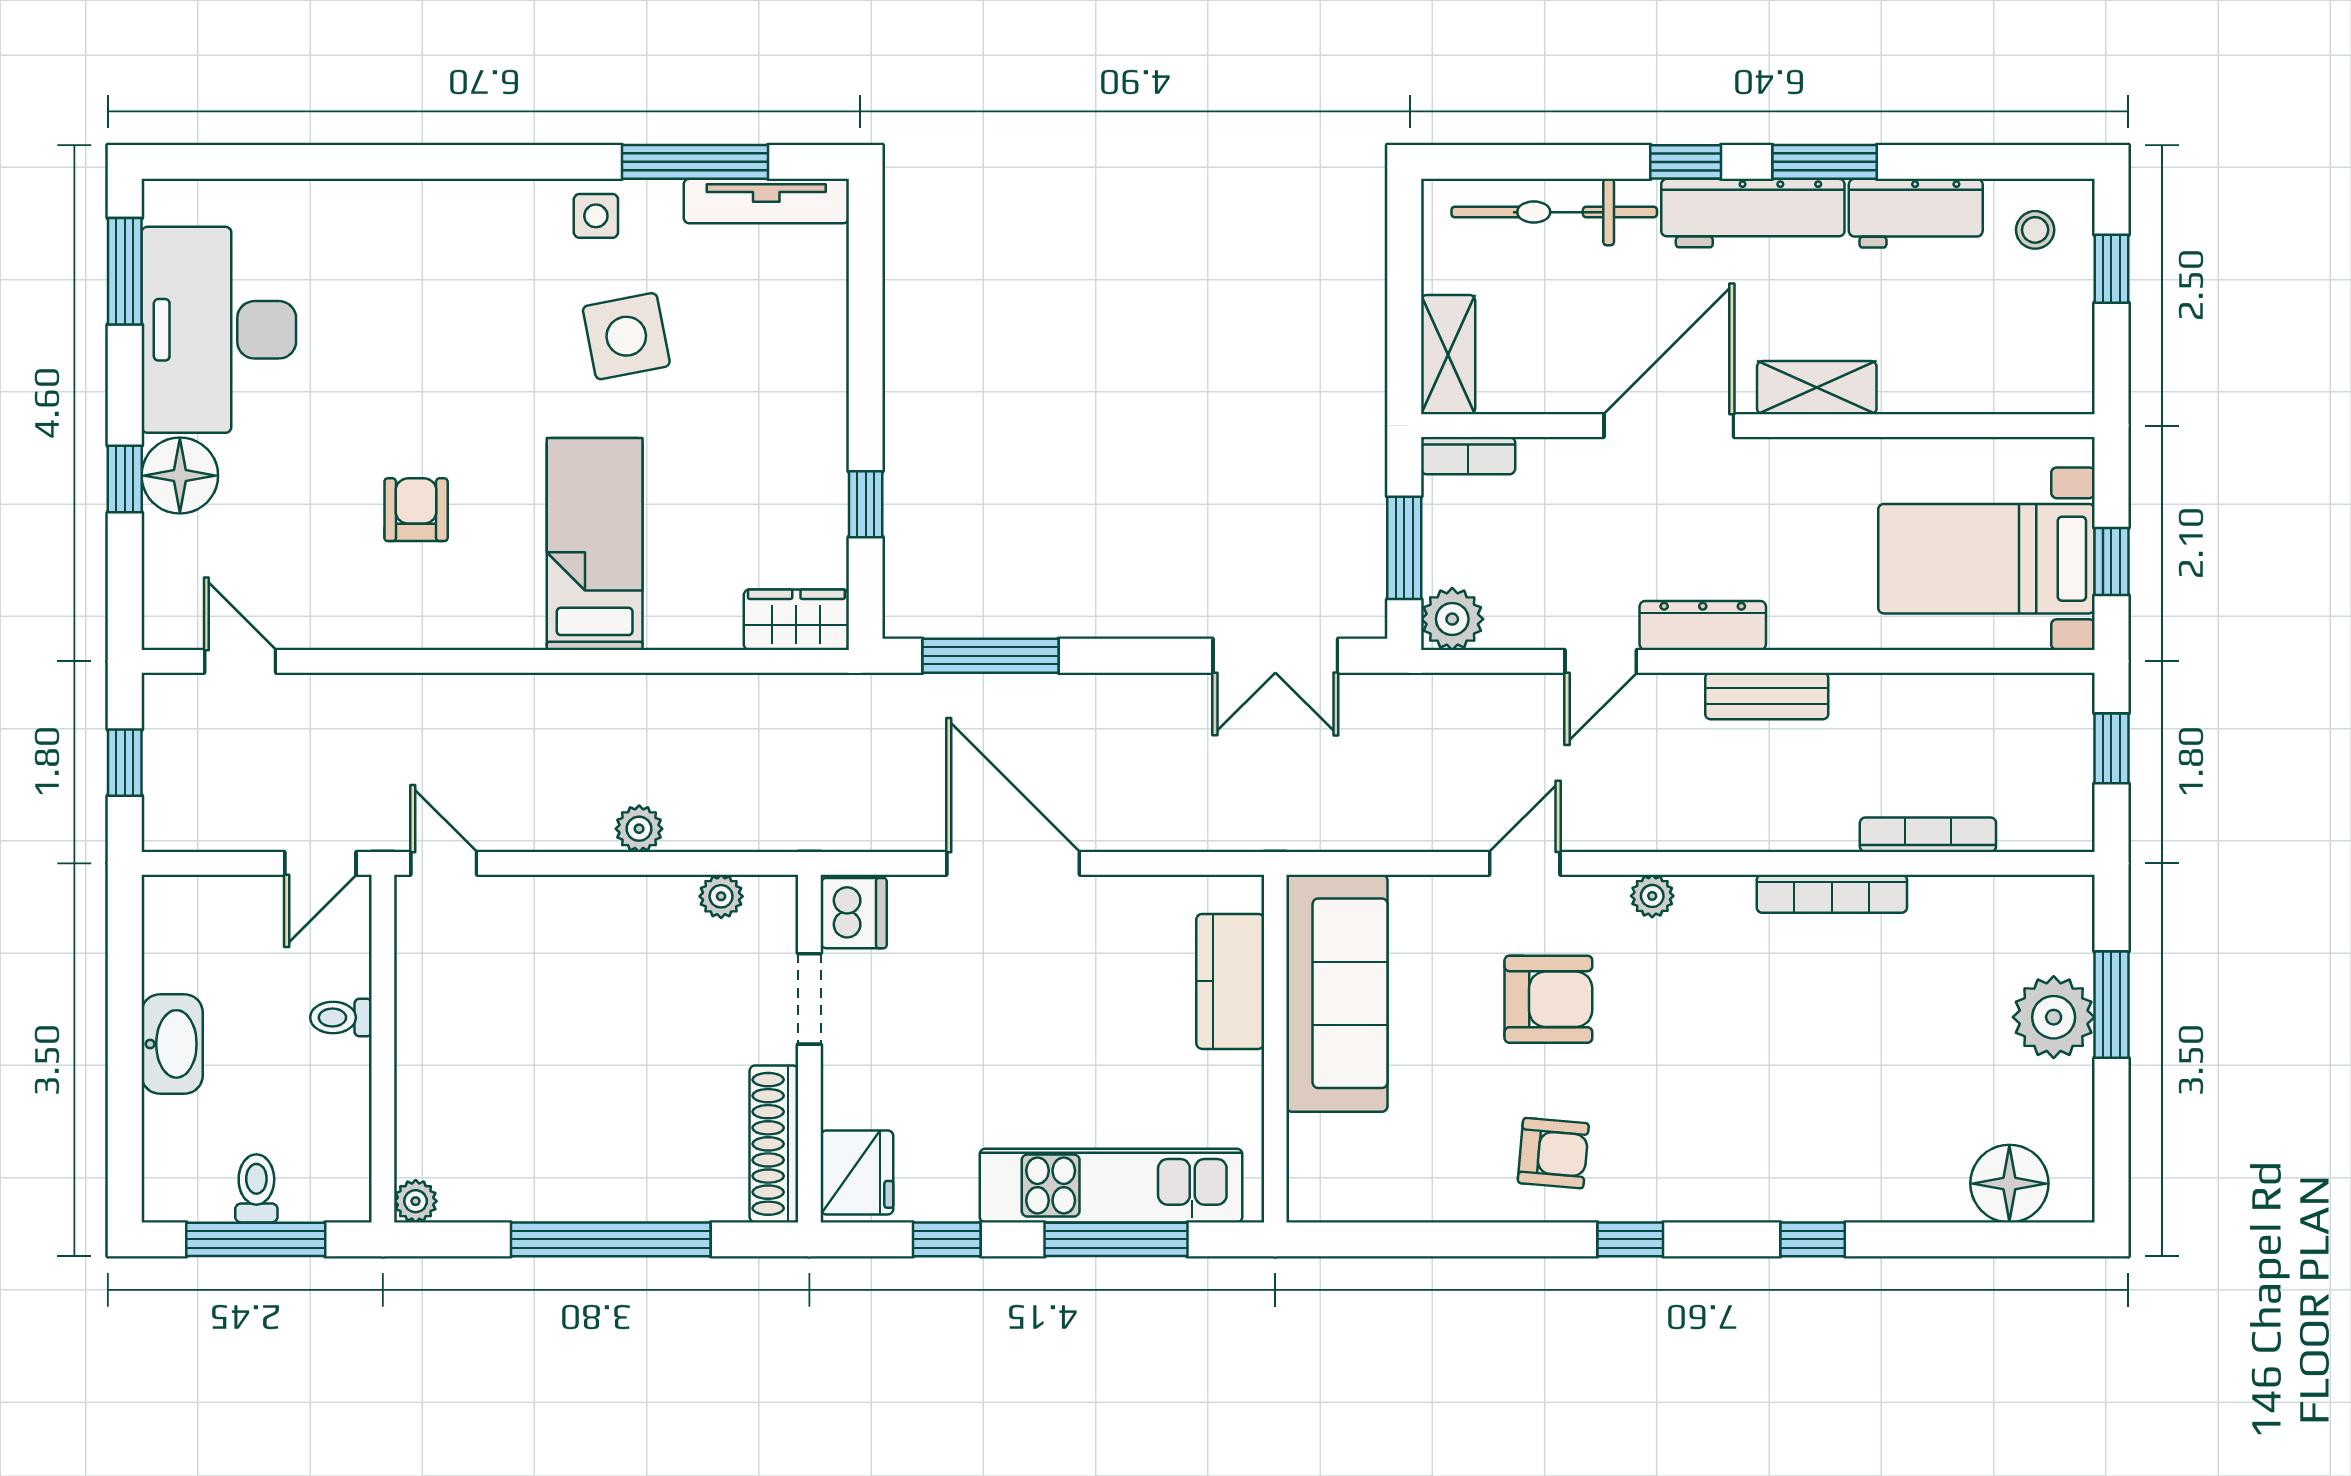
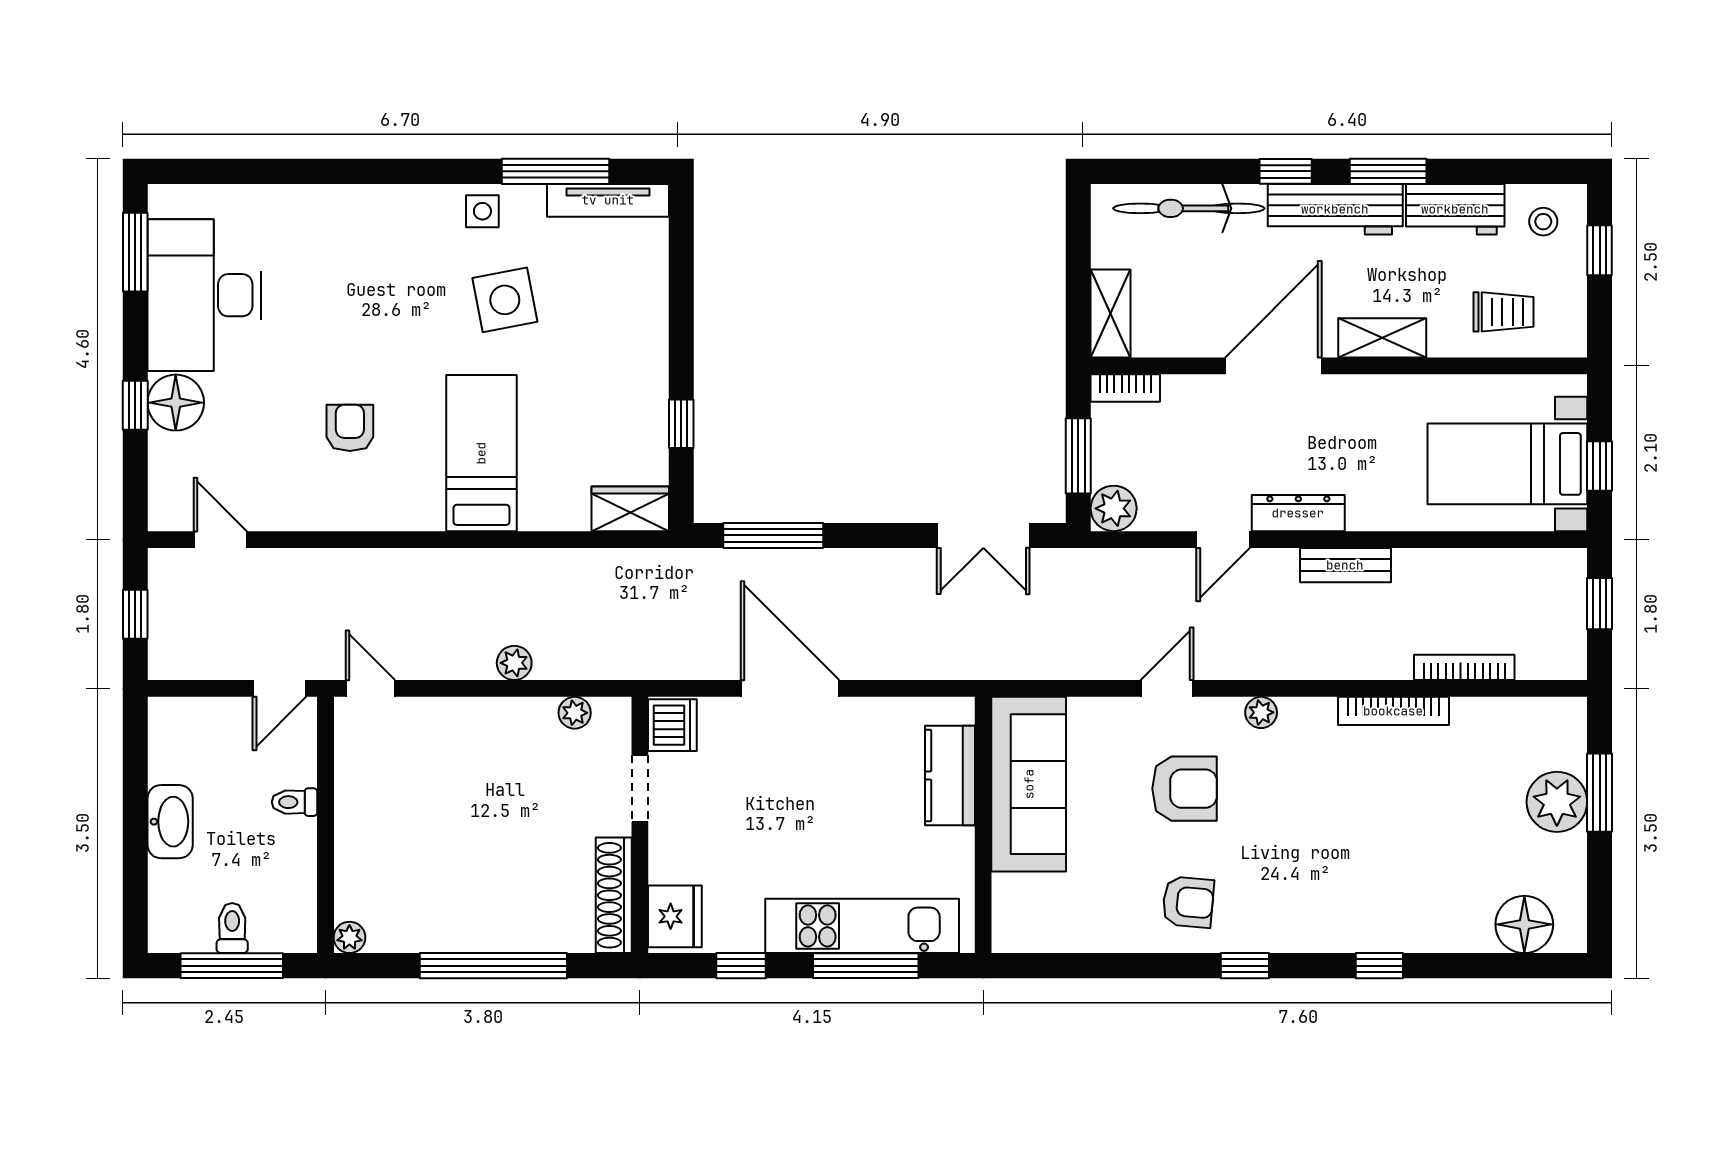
trolley: (1981, 352) -> (1503, 312), added

